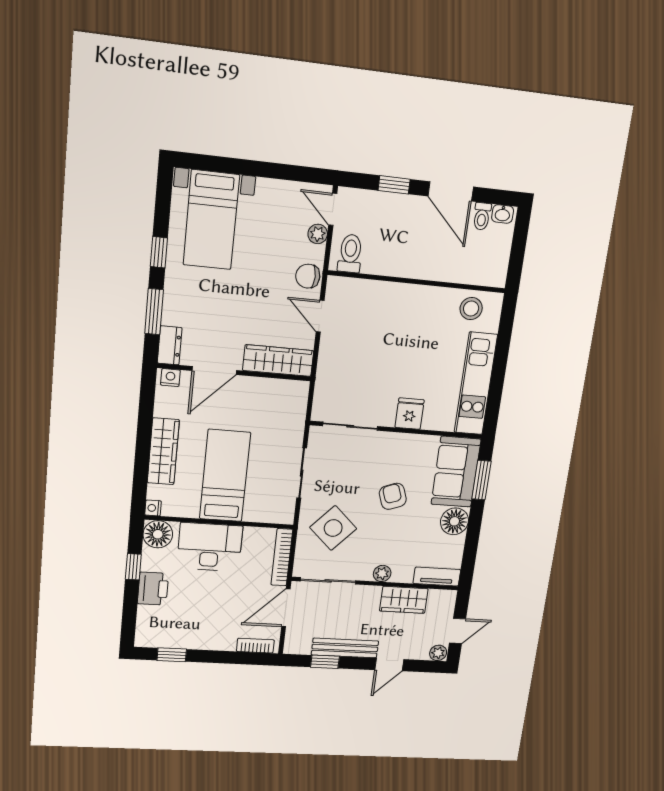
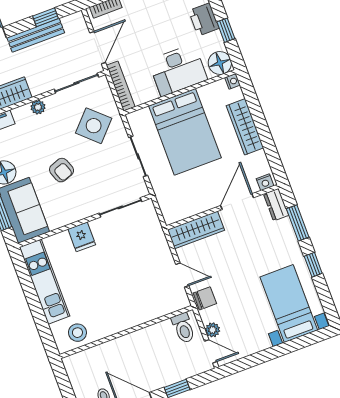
bed: (225, 476) -> (185, 132), width x1.50

